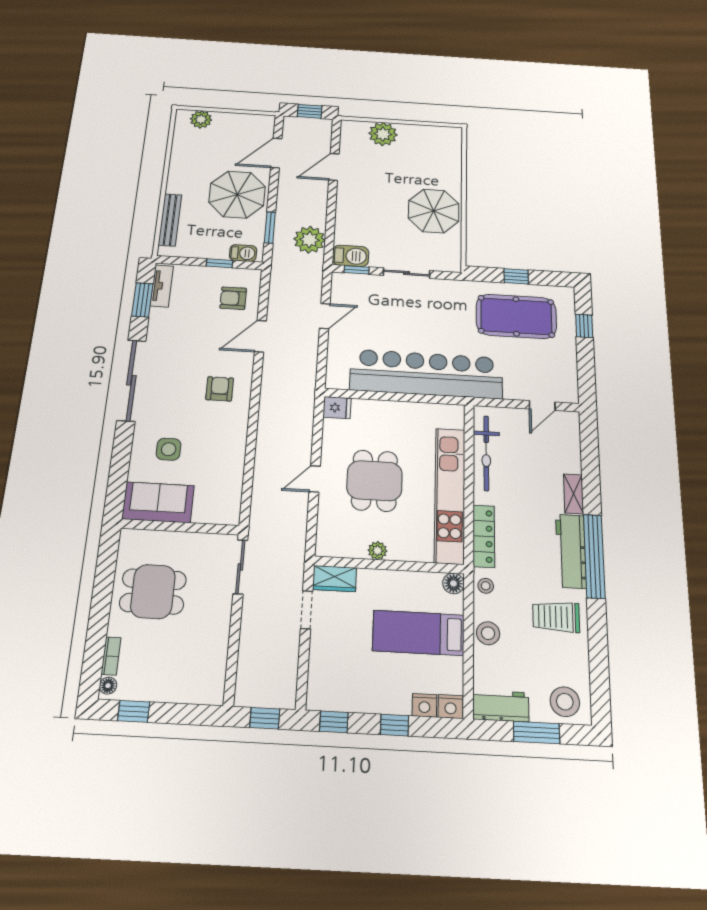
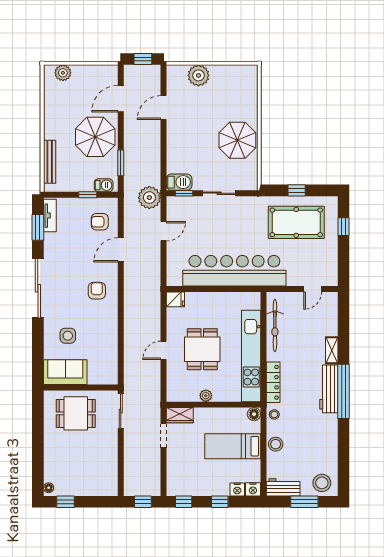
plant: (309, 240) -> (149, 198), moved
dining table: (153, 591) -> (76, 413), moved
trolley: (556, 617) -> (318, 432), removed
bookcase: (111, 656) -> (48, 470), removed

